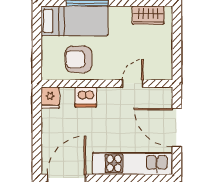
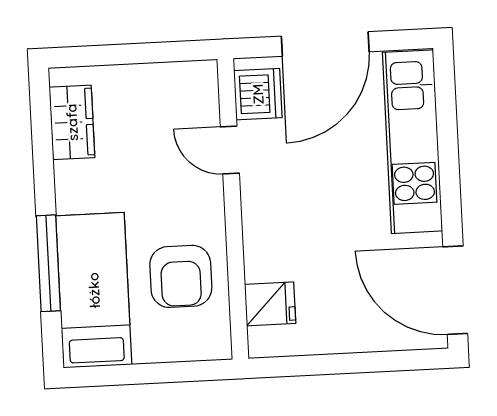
dishwasher: (86, 97) -> (258, 94), moved
fridge: (50, 98) -> (270, 304), moved

